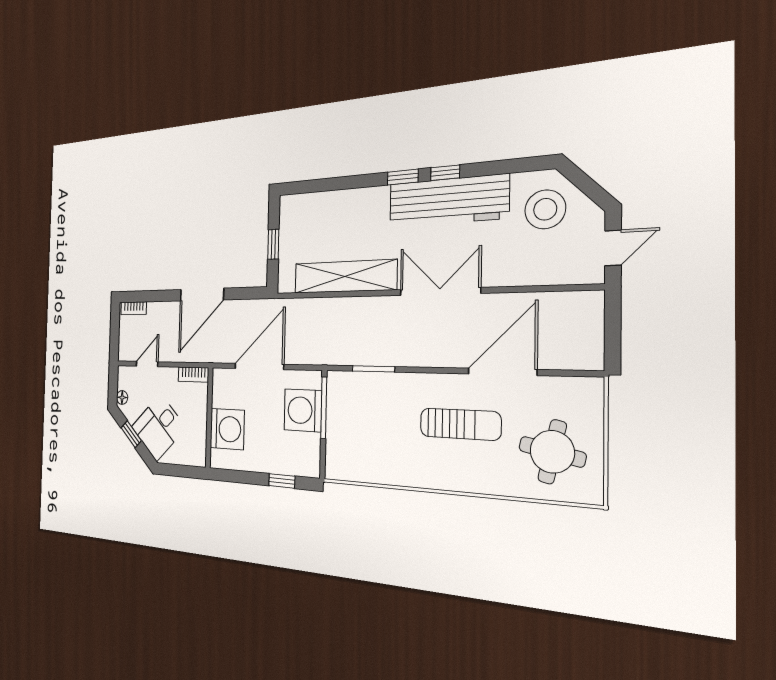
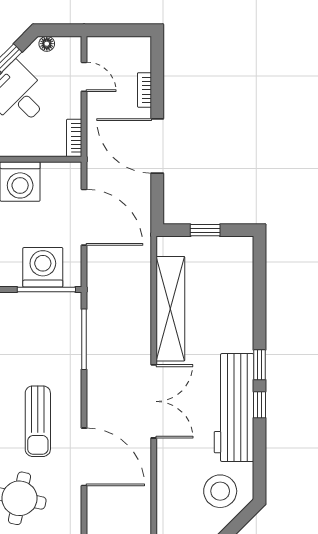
bookcase: (134, 308) -> (144, 90), moved
window: (373, 369) -> (84, 339), width x1.44

